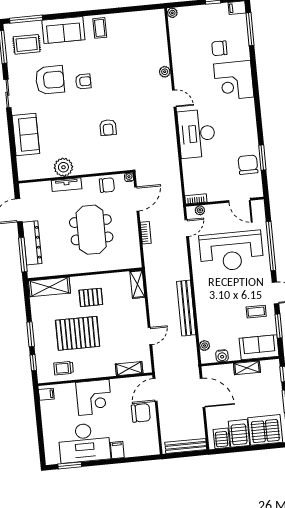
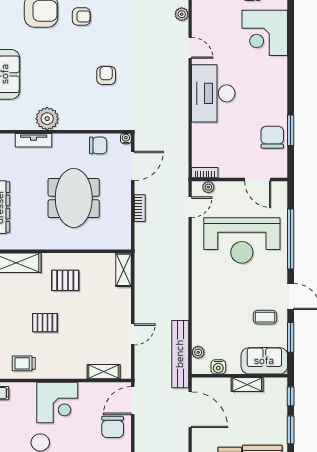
armchair: (108, 127) -> (106, 75), turned 180
tv unit: (67, 185) -> (34, 140), moved
bench: (186, 308) -> (180, 354), moved
pallet: (78, 333) -> (45, 323), width x0.49, depth x0.50
chair: (141, 413) -> (113, 427), turned 90

